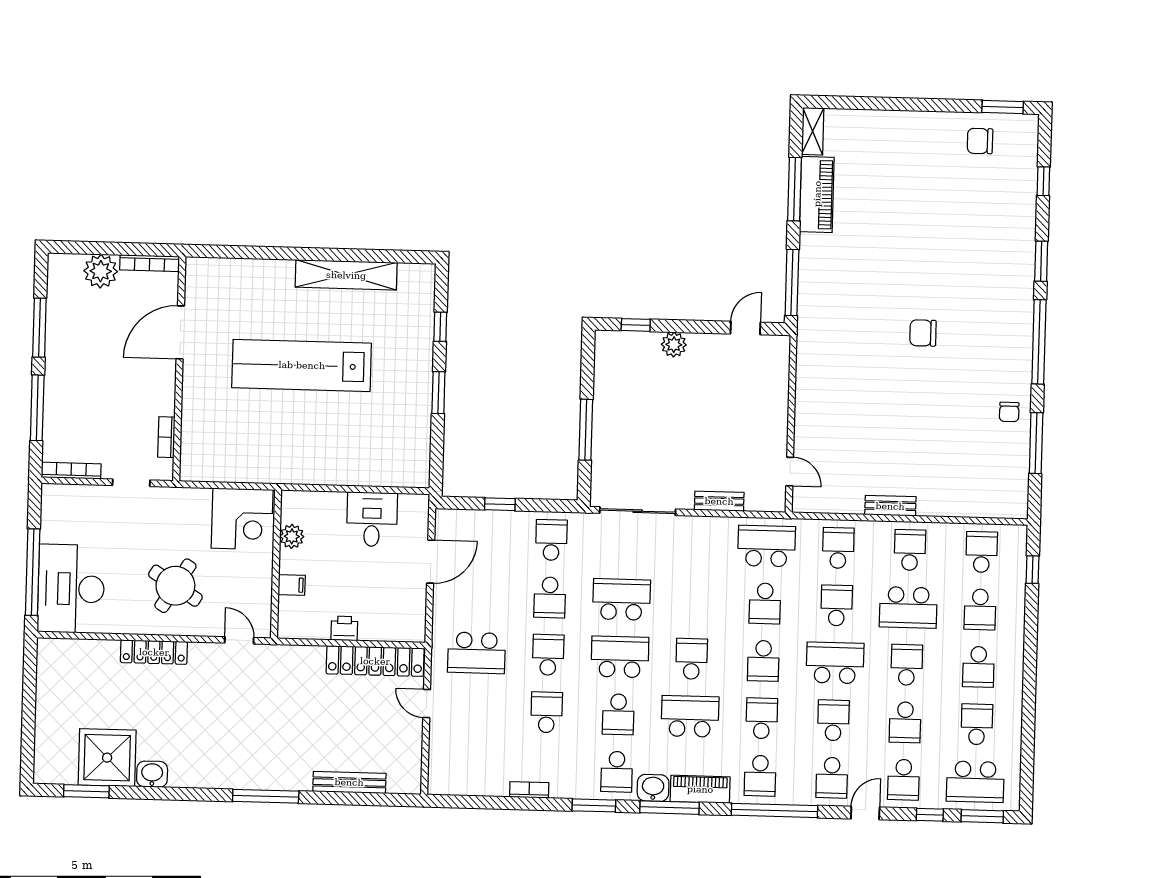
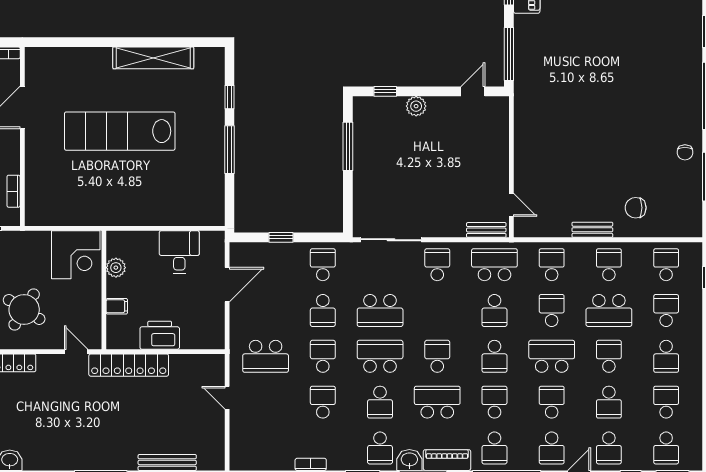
chair: (923, 333) -> (636, 208), moved
window: (438, 393) -> (229, 150), width x1.44
window: (586, 430) -> (348, 146), moved
bench: (719, 501) -> (486, 230), moved
school desk: (695, 544) -> (437, 265), added
school desk: (621, 599) -> (380, 310), turned 180
school desk: (980, 609) -> (666, 310), turned 180
printer: (344, 628) -> (160, 335), width x1.87, depth x1.48
locker: (375, 661) -> (129, 365), moved
school desk: (975, 782) -> (666, 448), width x0.54

